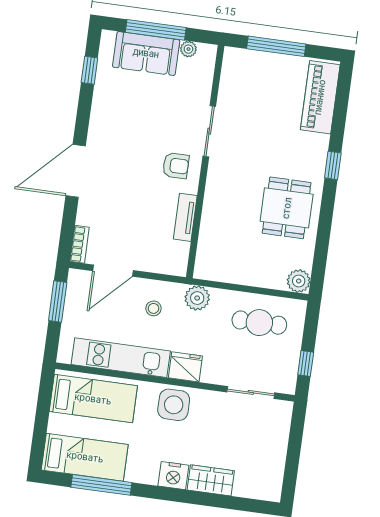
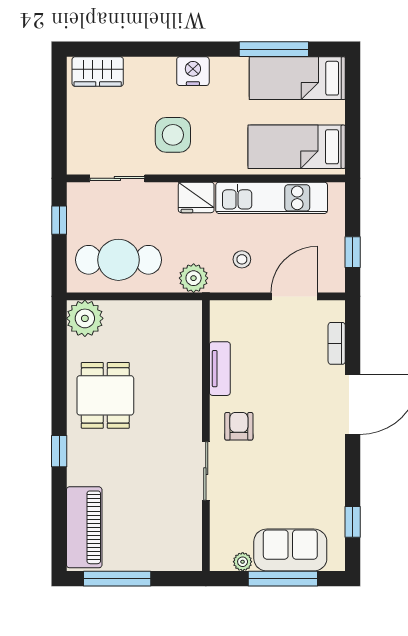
window: (276, 46) -> (117, 579), moved
armchair: (176, 166) -> (239, 426), turned 90
bookcase: (80, 244) -> (337, 343), moved
plant: (299, 281) -> (85, 318), width x1.36, depth x1.36
window: (58, 302) -> (353, 252), width x0.67
cafe table: (259, 323) -> (118, 260), width x1.37, depth x1.35
side table: (174, 405) -> (173, 135), moved
wardrobe: (211, 480) -> (98, 72), moved

